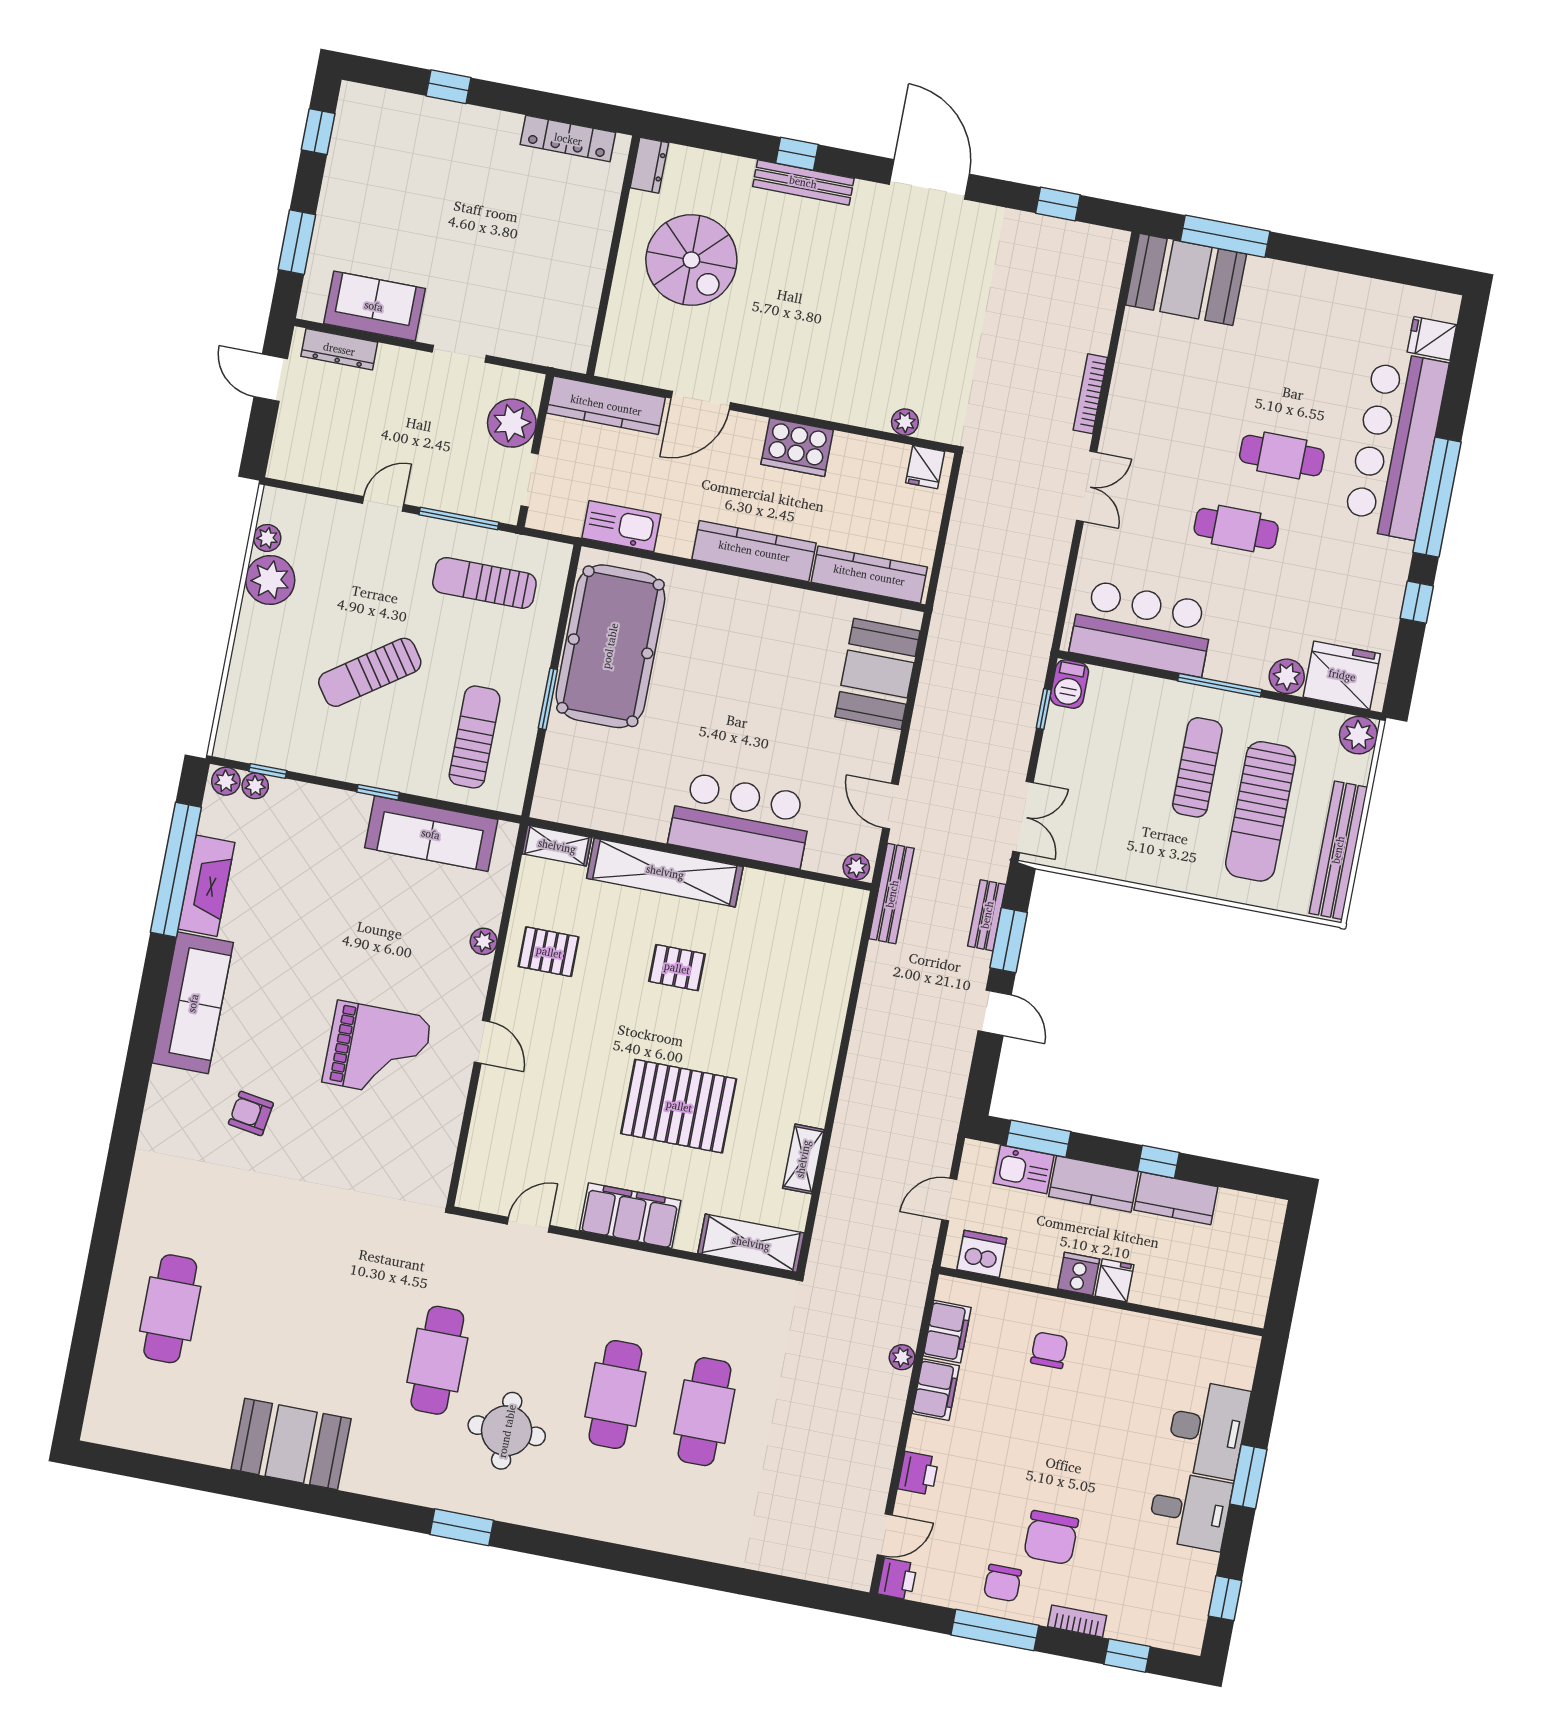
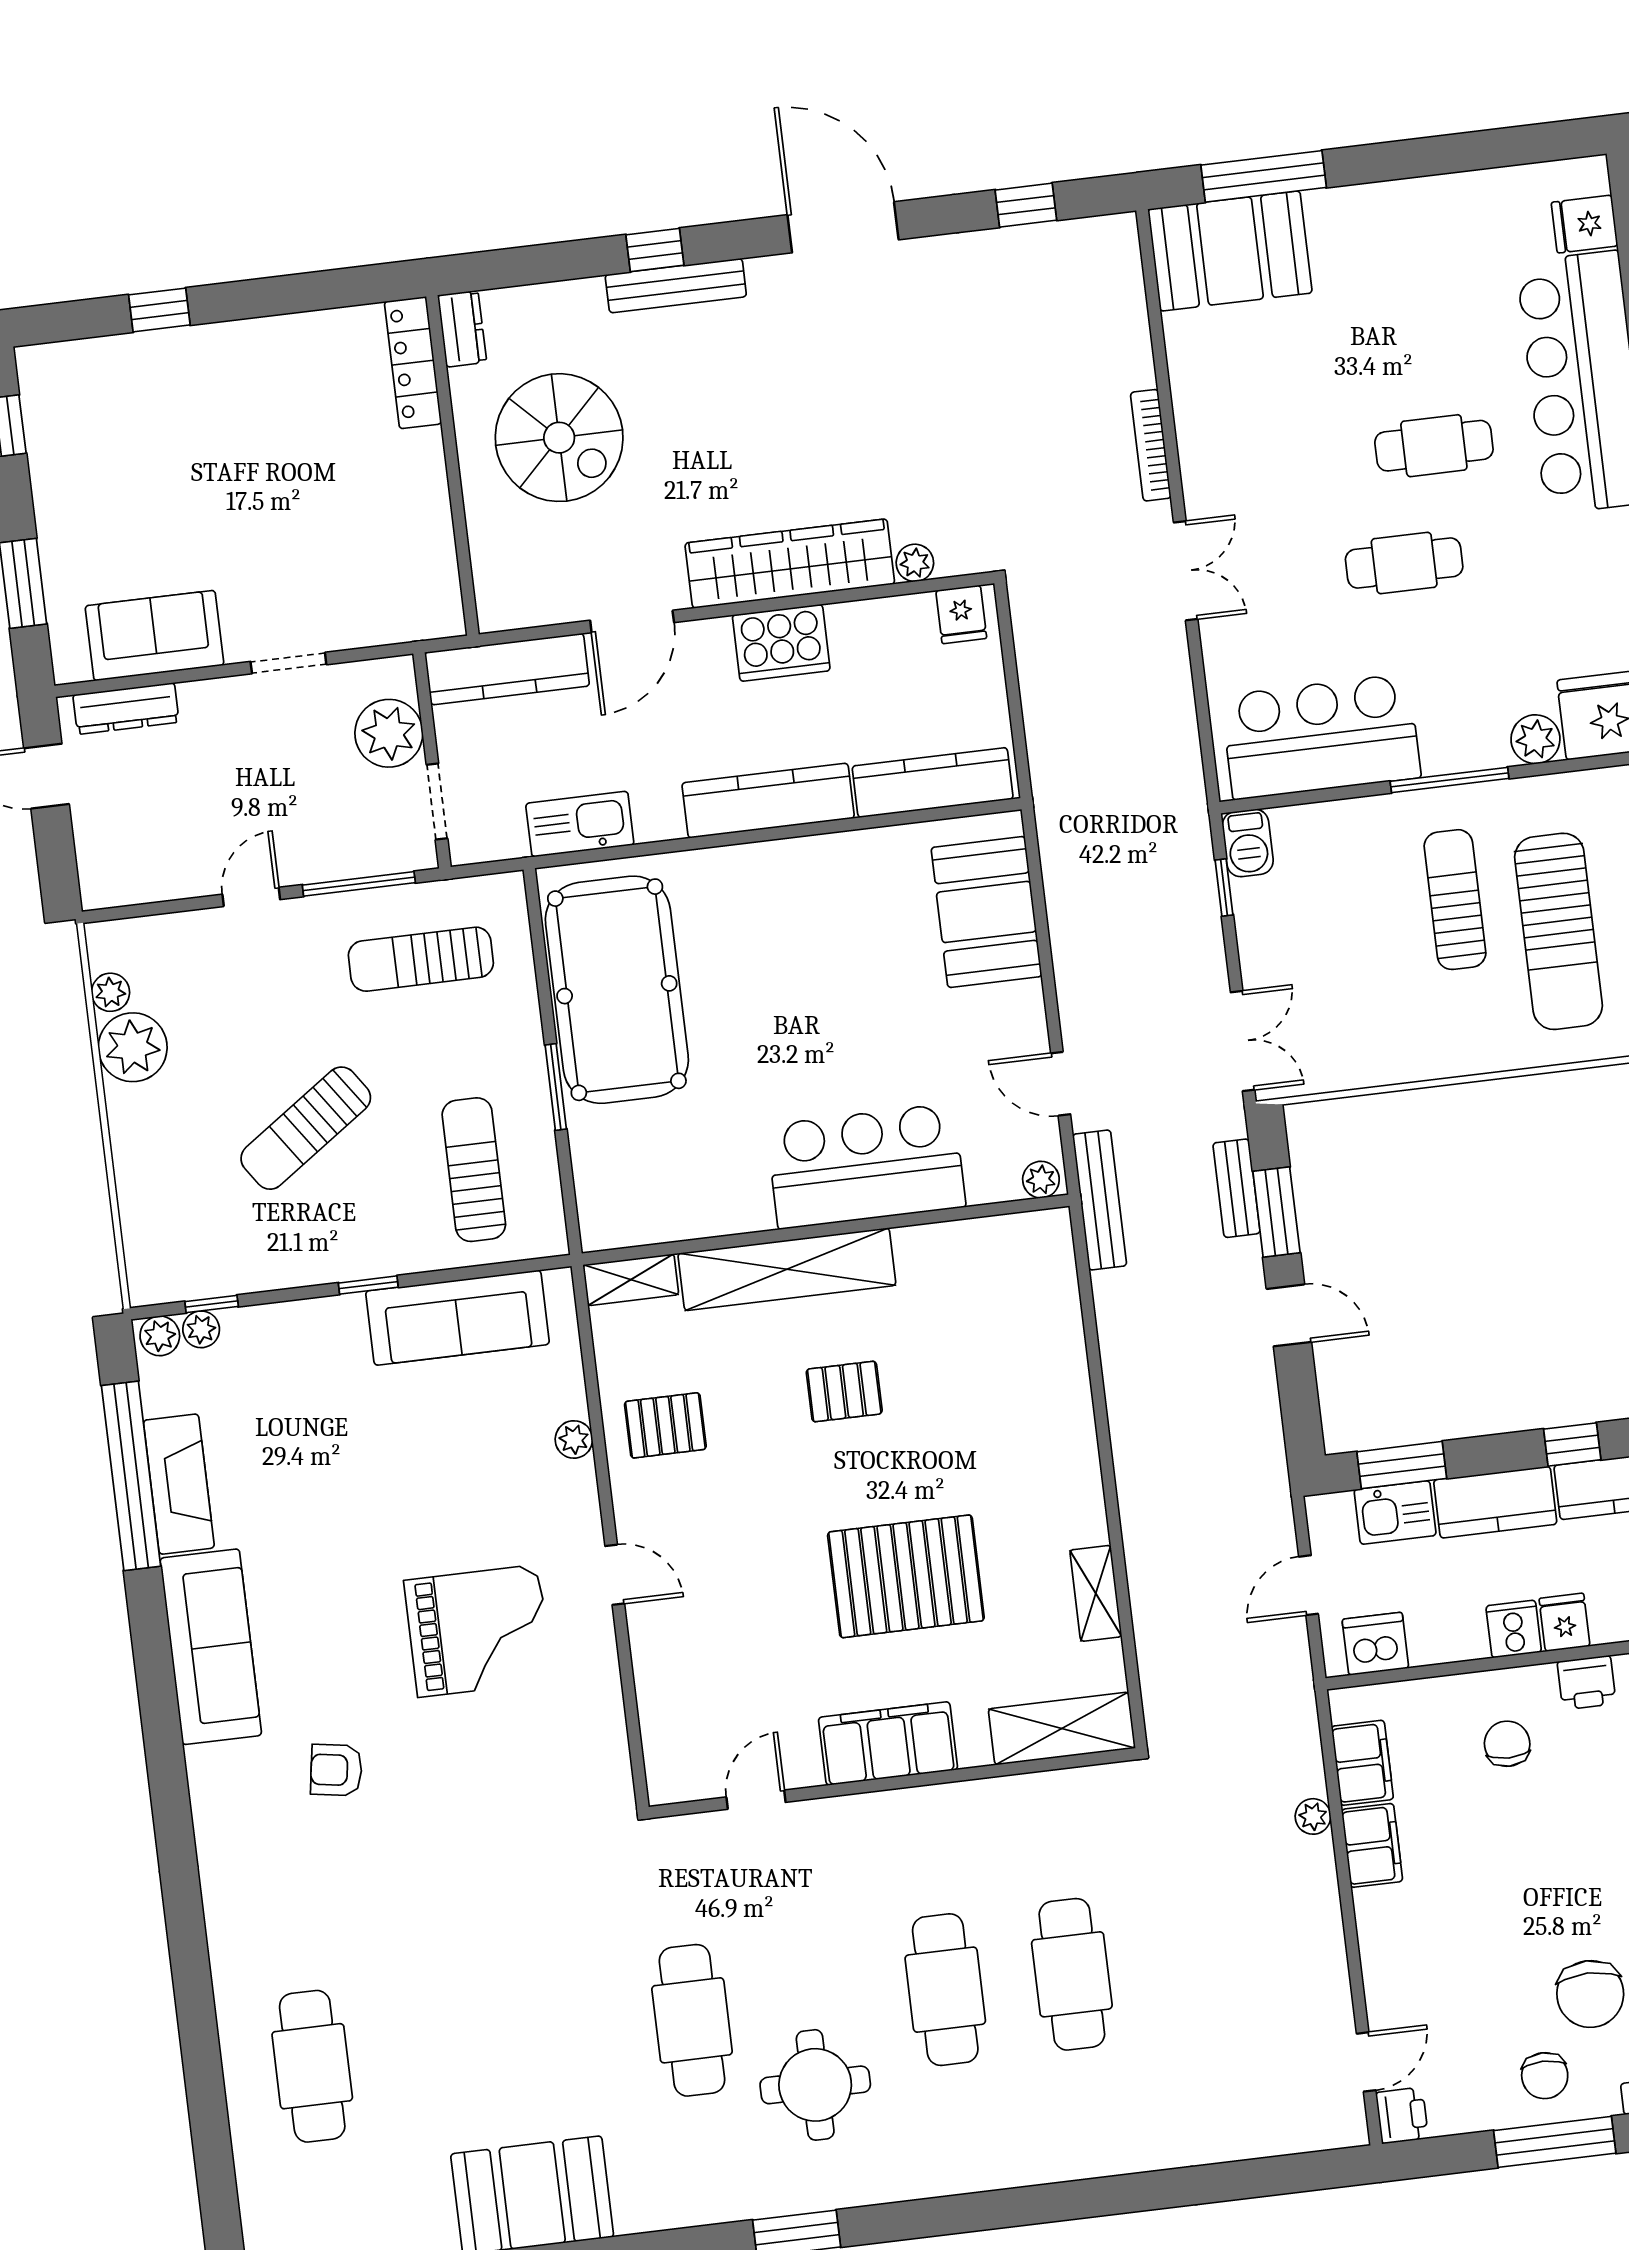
locker: (568, 139) -> (413, 363), moved, turned 90
wardrobe: (820, 395) -> (790, 564), added
printer: (918, 1473) -> (1587, 1683), moved, turned 90

